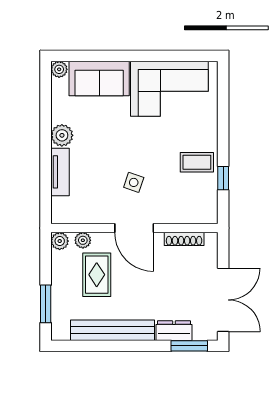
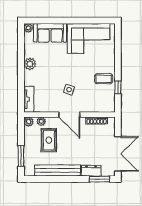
tv unit: (60, 172) -> (29, 99), moved

